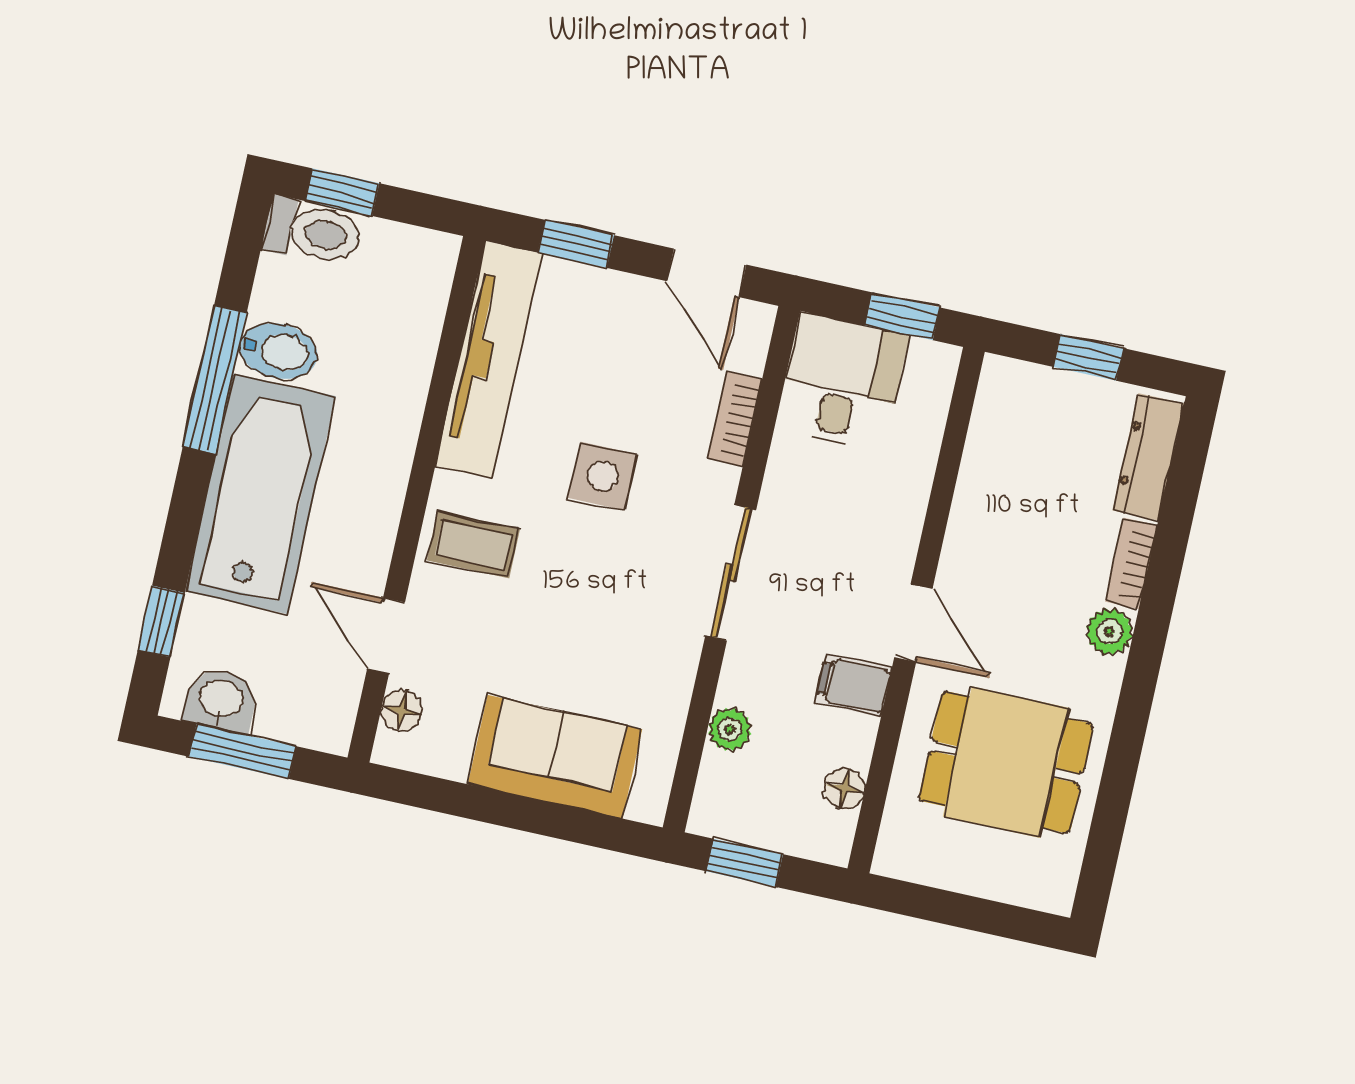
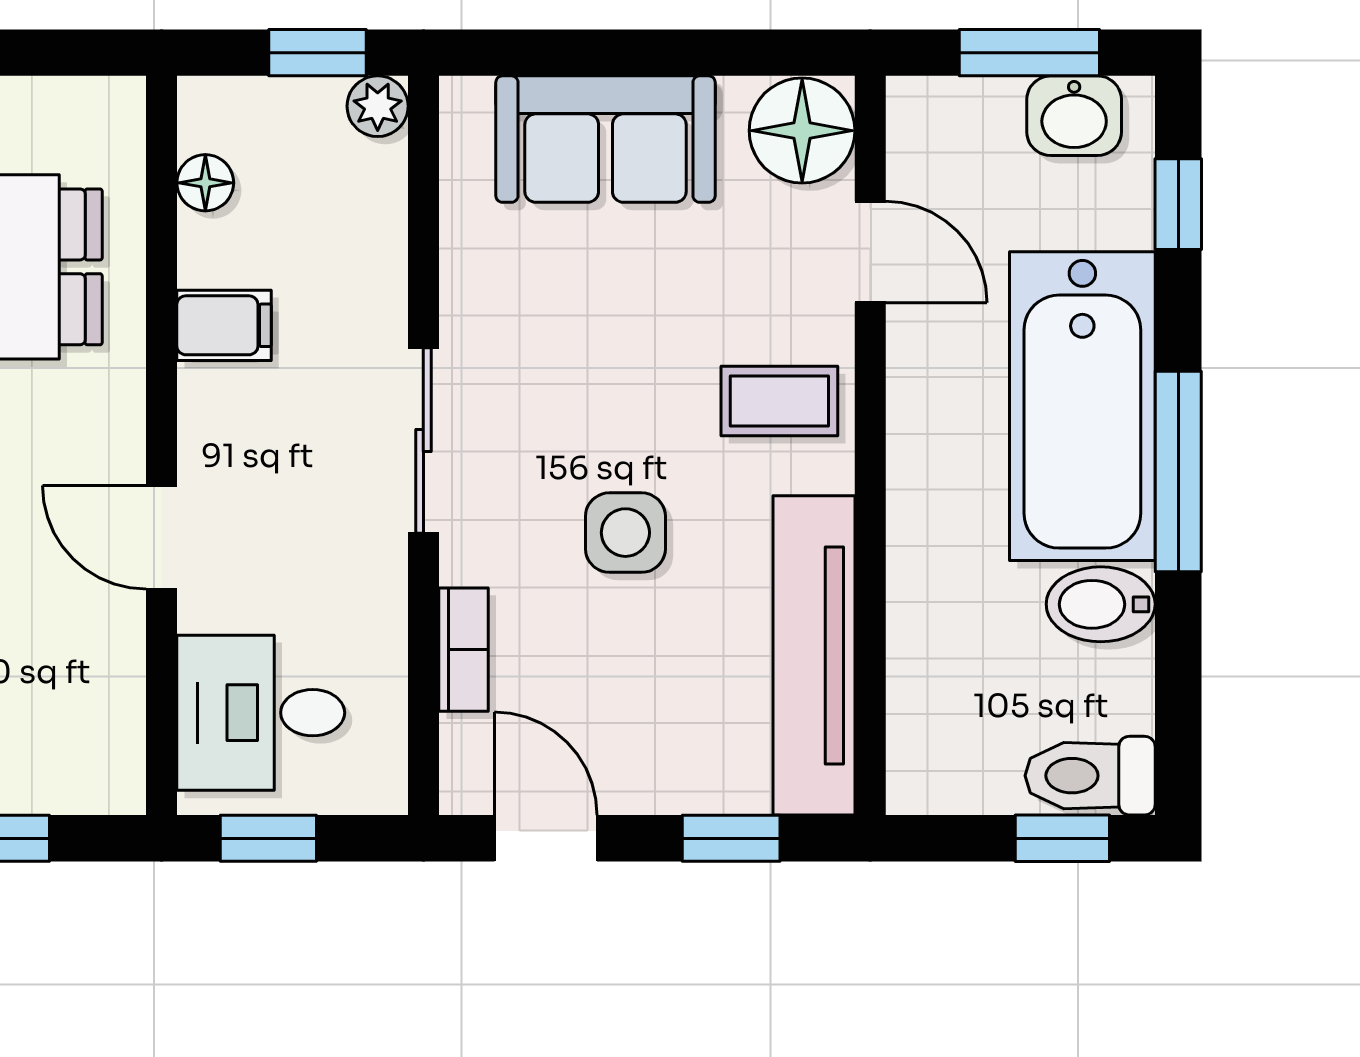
window: (215, 380) -> (1178, 472), moved
desk: (842, 382) -> (261, 713), moved, turned 90
door: (913, 623) -> (162, 537), moved
floor lamp: (401, 711) -> (802, 131), width x1.89, depth x1.89
plant: (730, 729) -> (378, 106), moved

